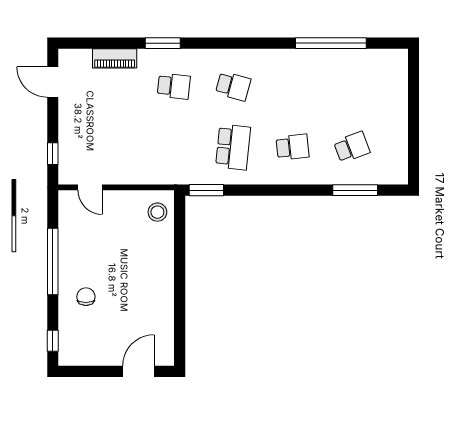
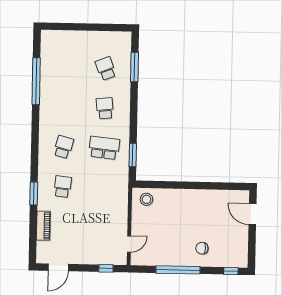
window: (206, 190) -> (133, 155), moved

